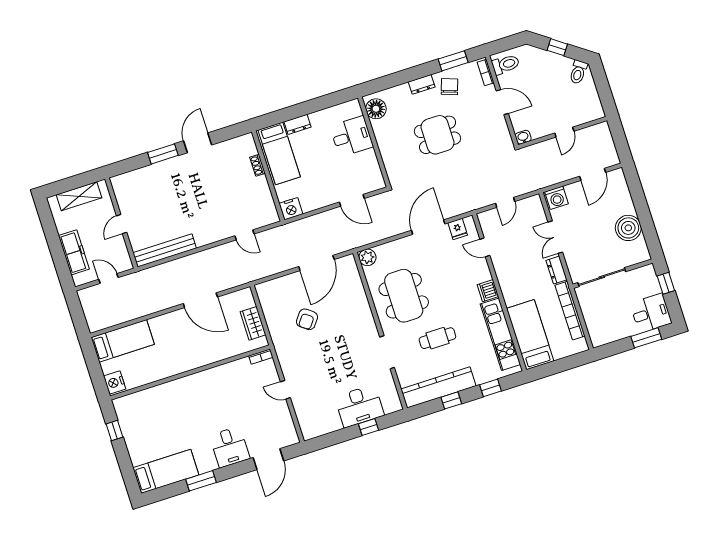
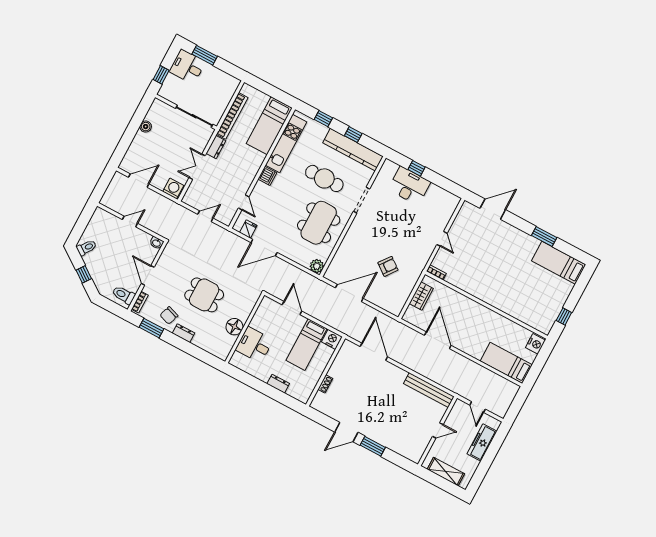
floor lamp: (376, 109) -> (234, 327), moved
bed: (279, 153) -> (307, 344), moved, turned 180
boiler: (628, 228) -> (146, 127), width x0.54, depth x0.54
door: (244, 235) -> (374, 352), width x1.88
double door: (555, 237) -> (197, 167), swing flipped
cafe table: (437, 338) -> (324, 178), width x1.37, depth x1.35
desk: (230, 447) -> (508, 239), removed

